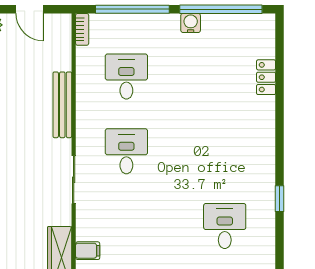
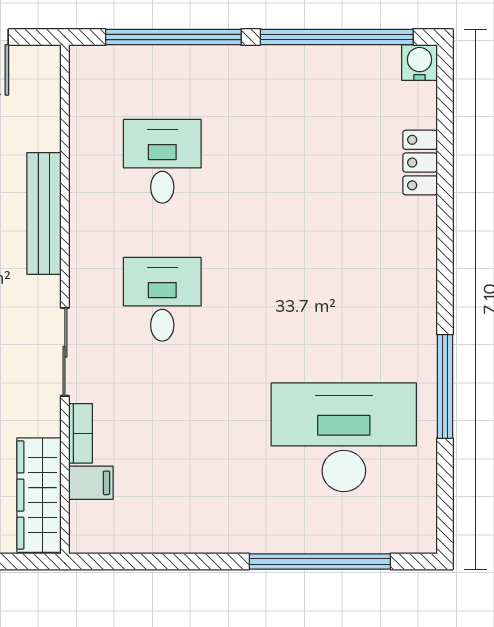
water cooler: (191, 23) -> (420, 62), moved
bookcase: (82, 29) -> (81, 433), moved
window: (280, 199) -> (445, 386), width x2.17
desk: (225, 226) -> (344, 437), width x1.87, depth x1.30

